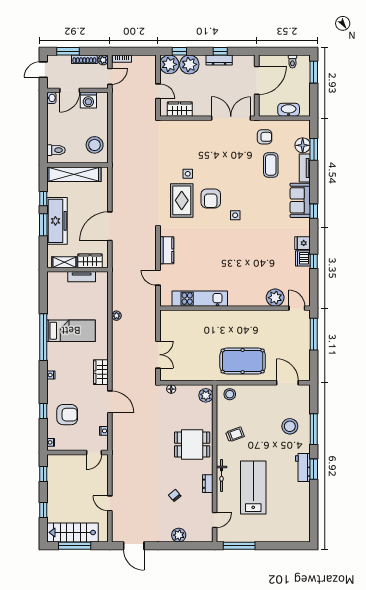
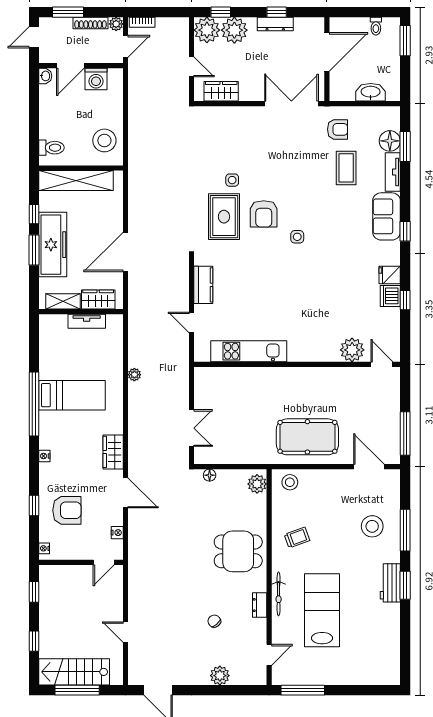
window: (314, 334) -> (405, 434), moved

